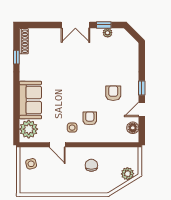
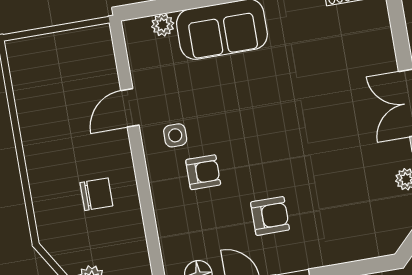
plant: (29, 129) -> (163, 25), width x0.53, depth x0.53
side table: (31, 164) -> (76, 56), removed

